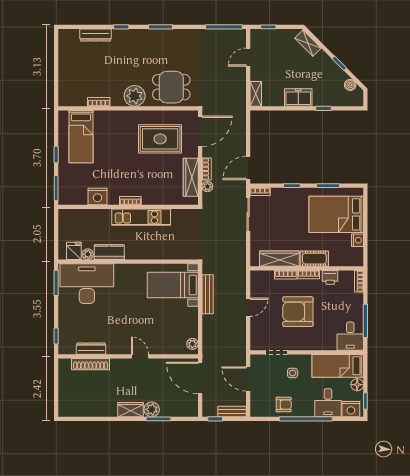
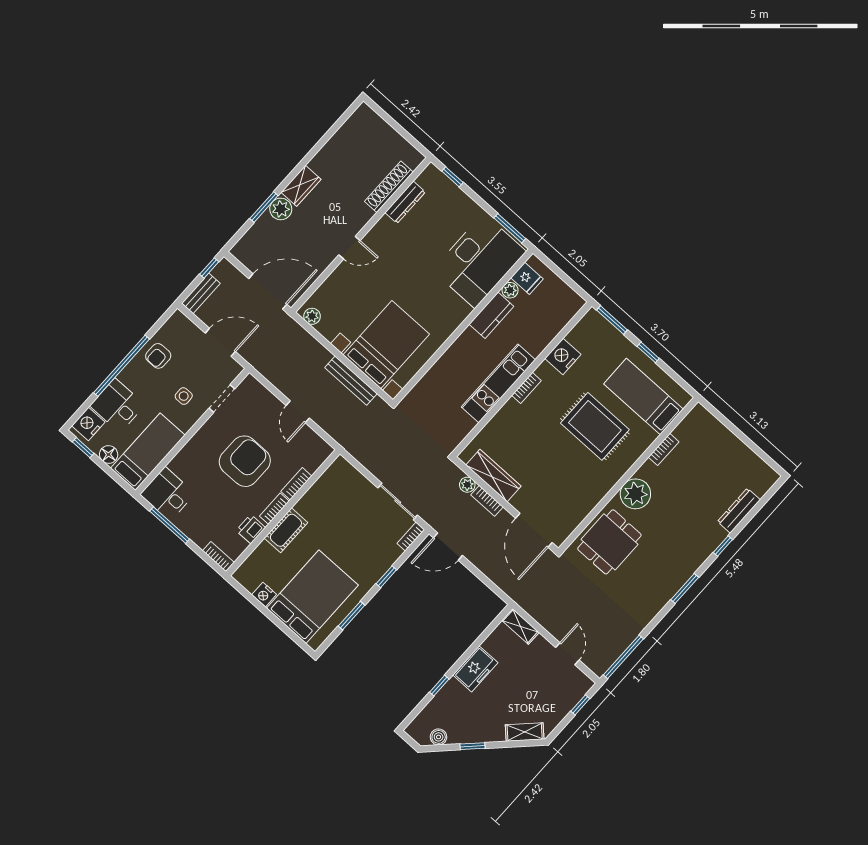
rug: (160, 139) -> (595, 426), moved, turned 90
door: (248, 168) -> (448, 547), swing flipped
wardrobe: (279, 259) -> (320, 493), removed
bed with nightstands: (173, 285) -> (386, 345), width x1.36

